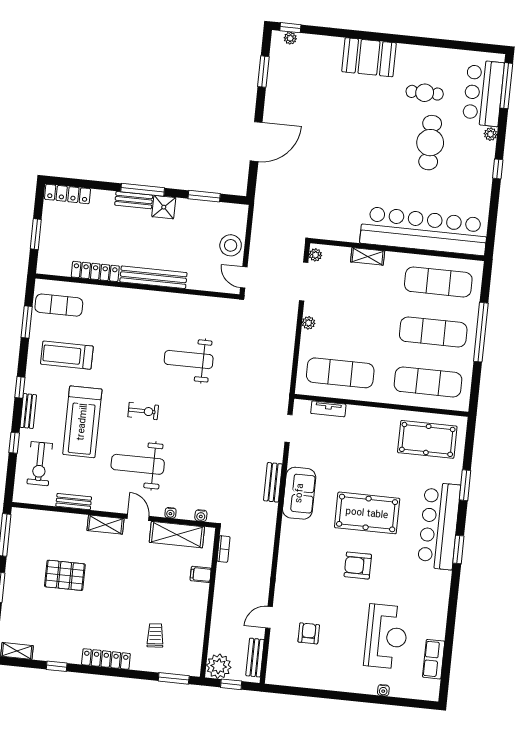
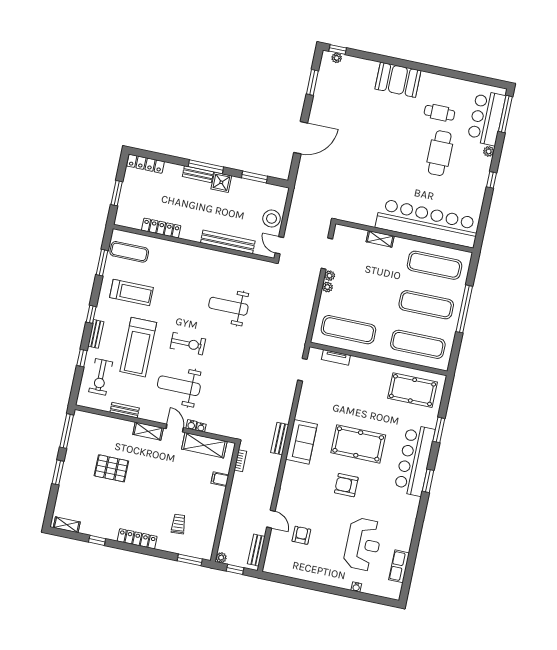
plant: (315, 255) -> (330, 276), moved
bench: (153, 277) -> (228, 242), moved
treadmill: (67, 355) -> (131, 292), turned 180
exercise bike: (143, 411) -> (188, 344), width x1.38, depth x1.39
bench: (273, 482) -> (280, 439), moved
sofa: (299, 493) -> (301, 442), moved
water cooler: (201, 516) -> (191, 425), moved
door: (269, 617) -> (271, 519), swing flipped
plant: (219, 666) -> (221, 558), width x0.53, depth x0.53

